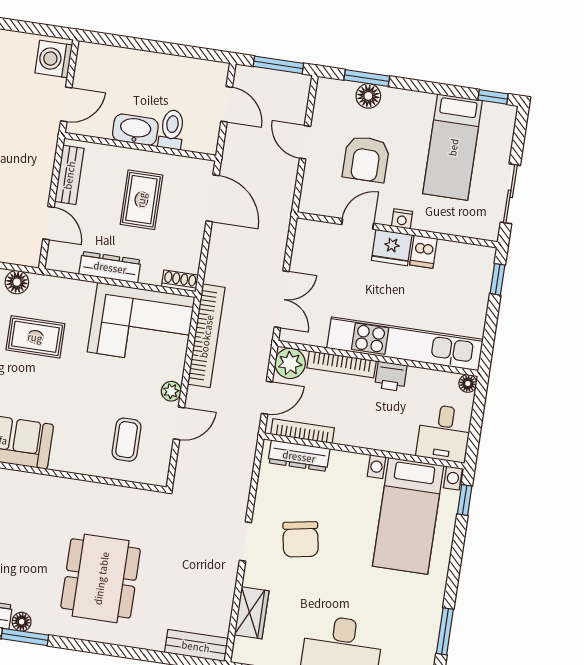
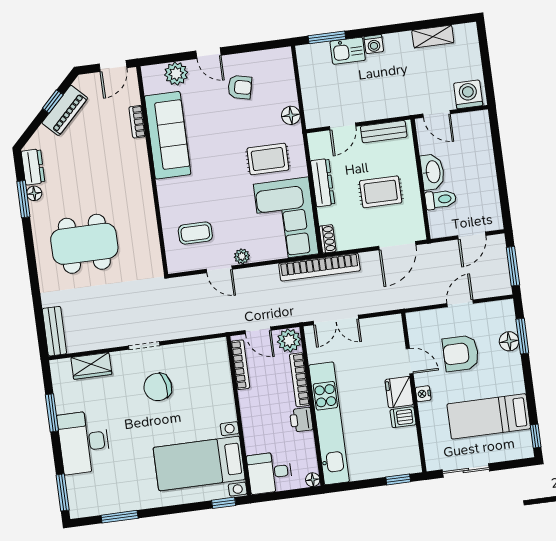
bookcase: (206, 336) -> (319, 267), moved
rug: (35, 337) -> (268, 159), moved, turned 90
dresser: (299, 456) -> (221, 367), removed

